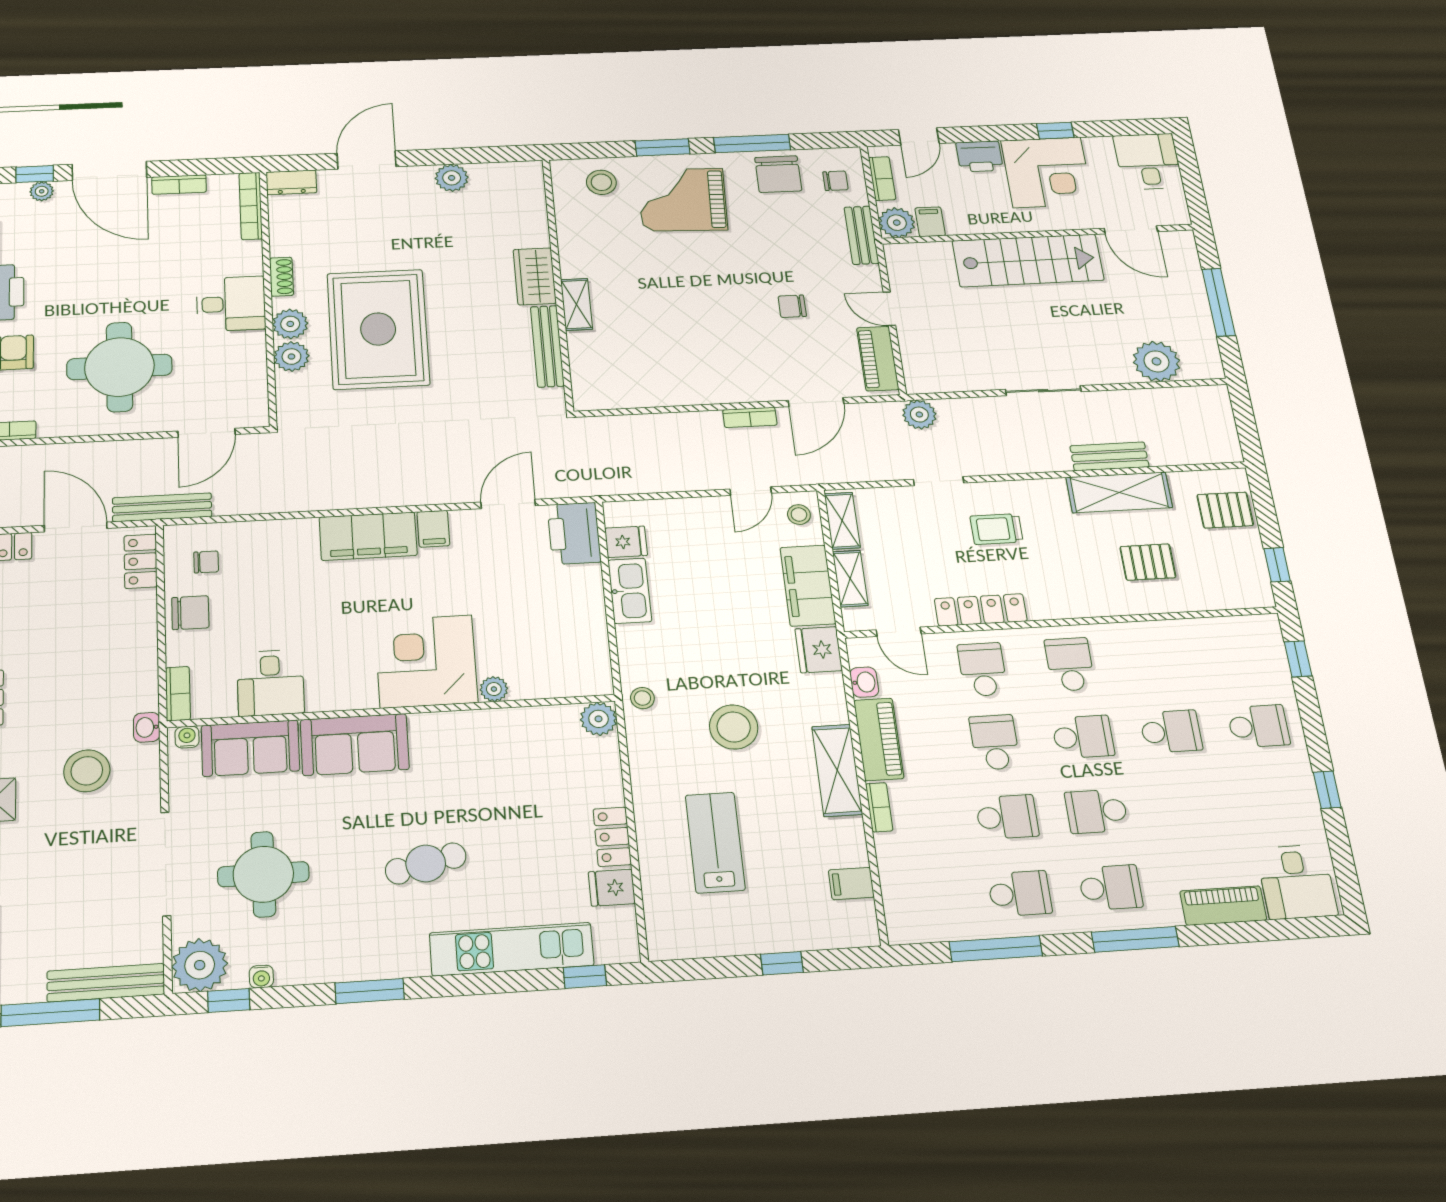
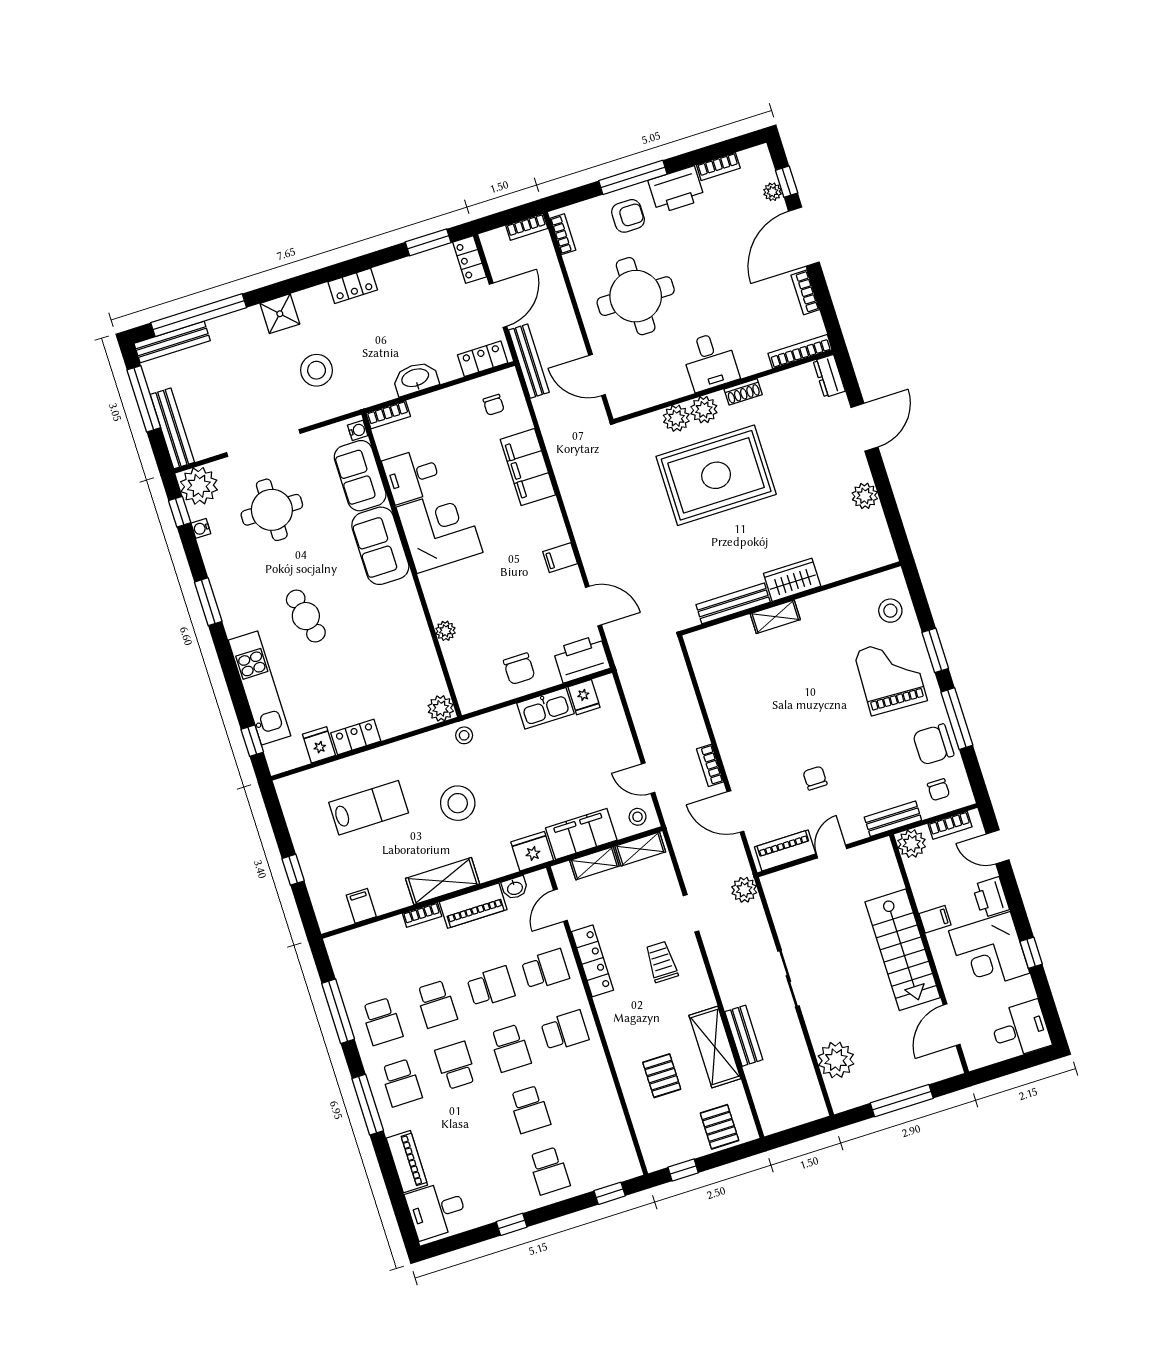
door: (367, 160) -> (864, 427), hinge flipped
filing cabinet: (930, 222) -> (935, 919), moved
filing cabinet: (368, 536) -> (528, 467), moved
chair: (190, 613) -> (519, 669), moved
corner desk: (426, 661) -> (439, 530), moved
washbasin: (147, 727) -> (415, 378), moved, width x1.91, depth x1.45

